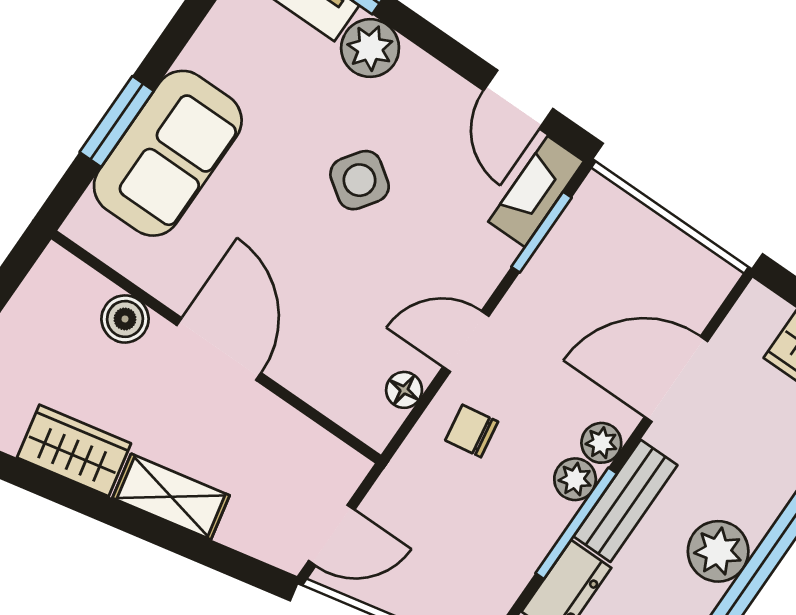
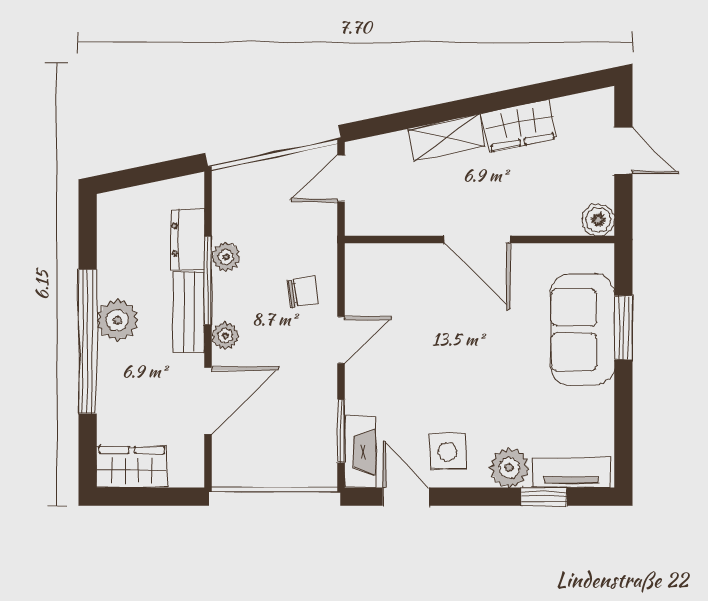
side table: (360, 180) -> (448, 452), moved, turned -35
boiler: (125, 319) -> (598, 220), moved
floor lamp: (404, 390) -> (357, 289), removed
plant: (575, 479) -> (226, 257), moved

